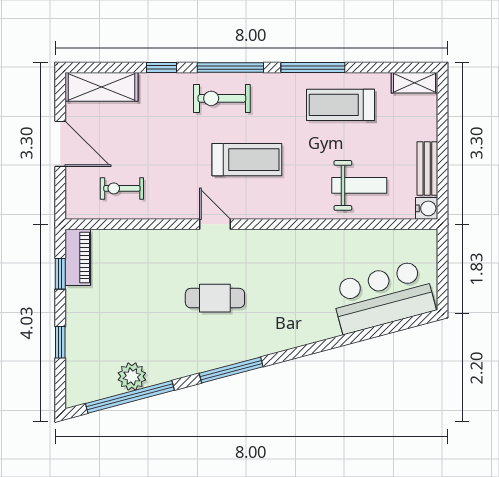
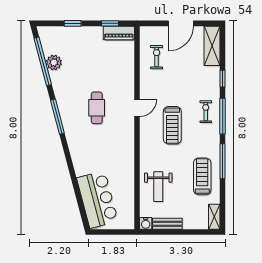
exercise bike: (222, 98) -> (206, 112), width x0.73, depth x0.72

